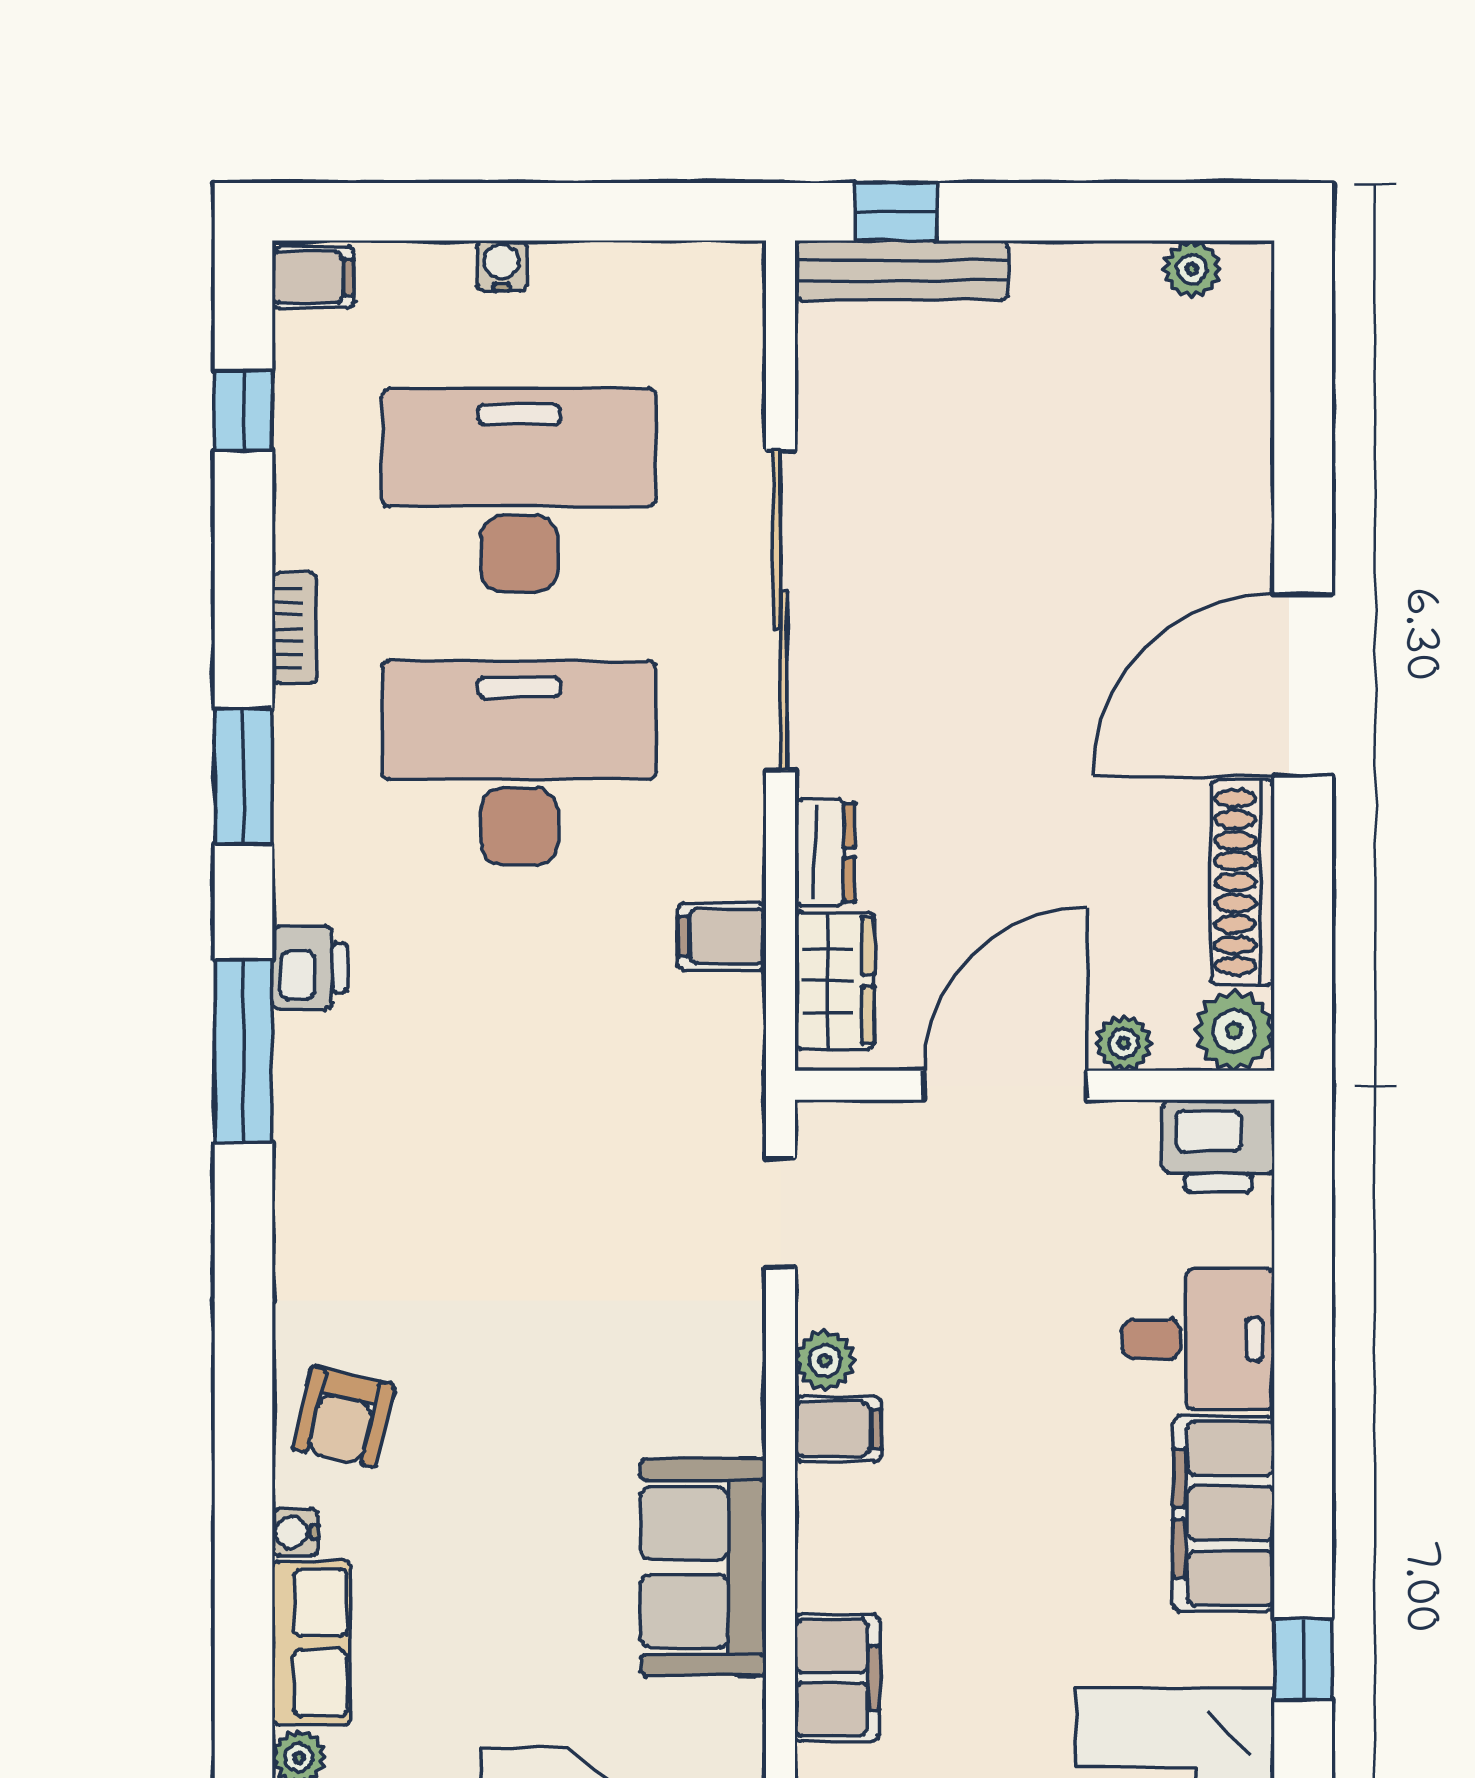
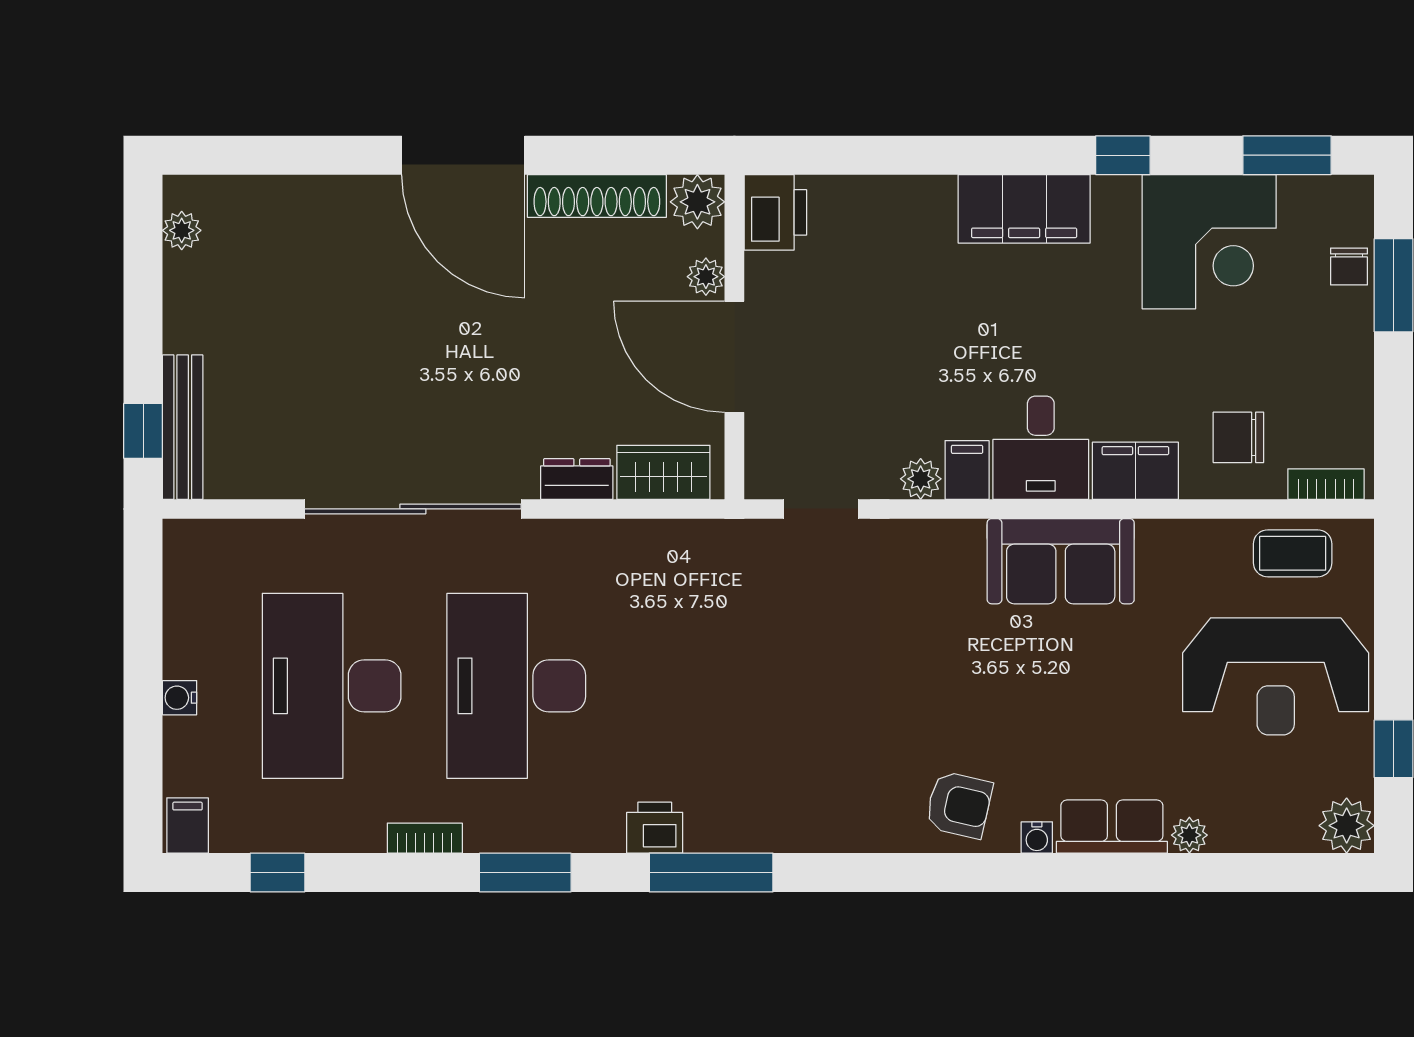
filing cabinet: (722, 936) -> (633, 549), removed
desk: (1198, 1339) -> (1041, 448), moved, turned 180

